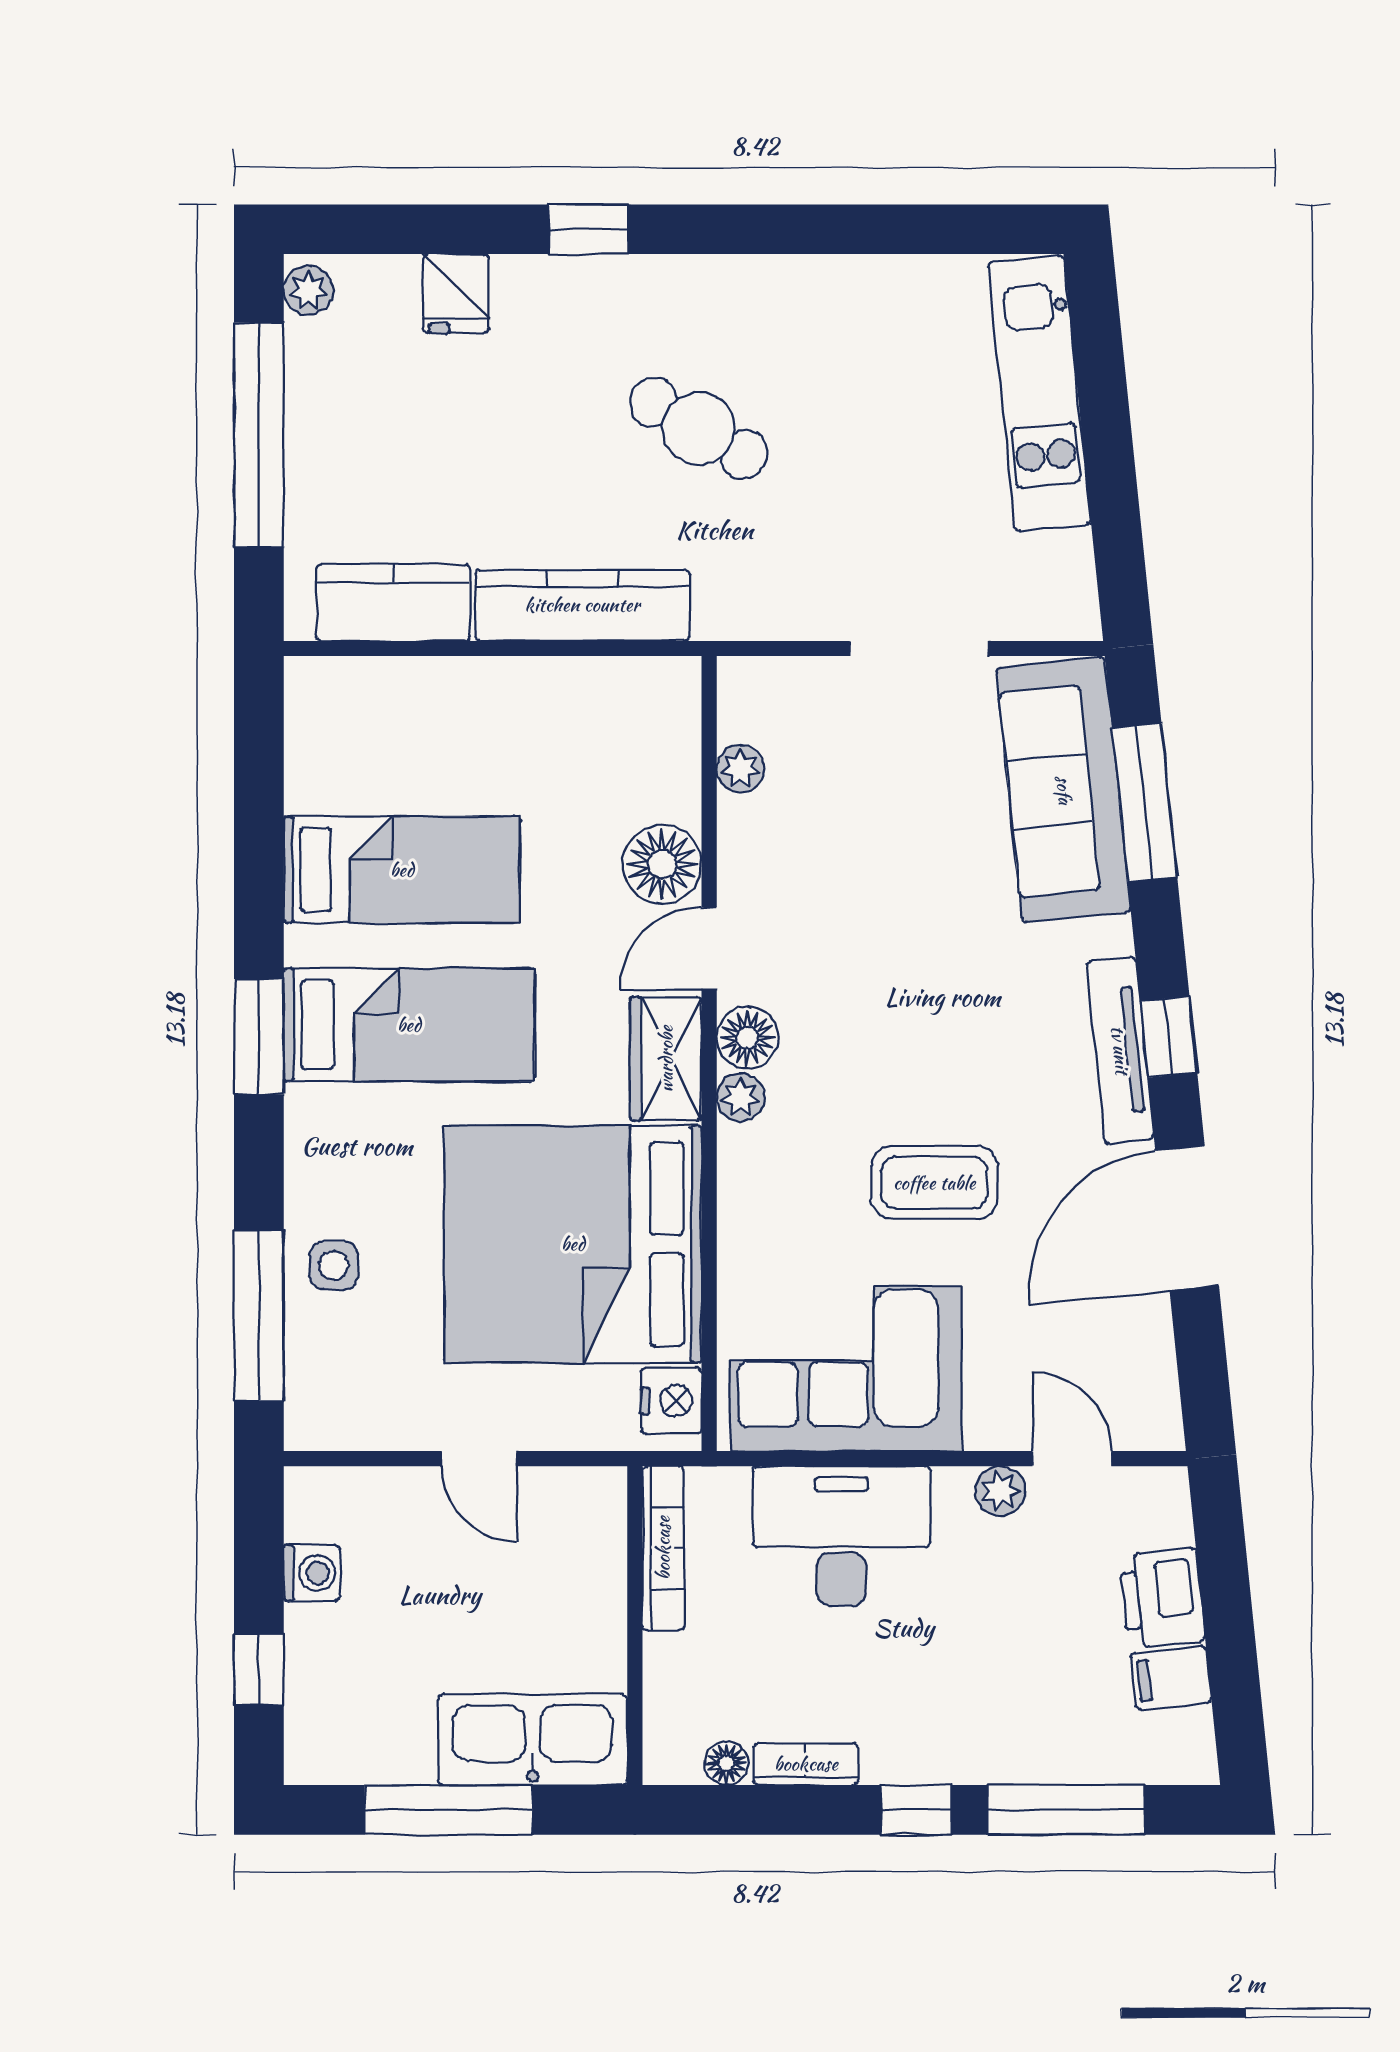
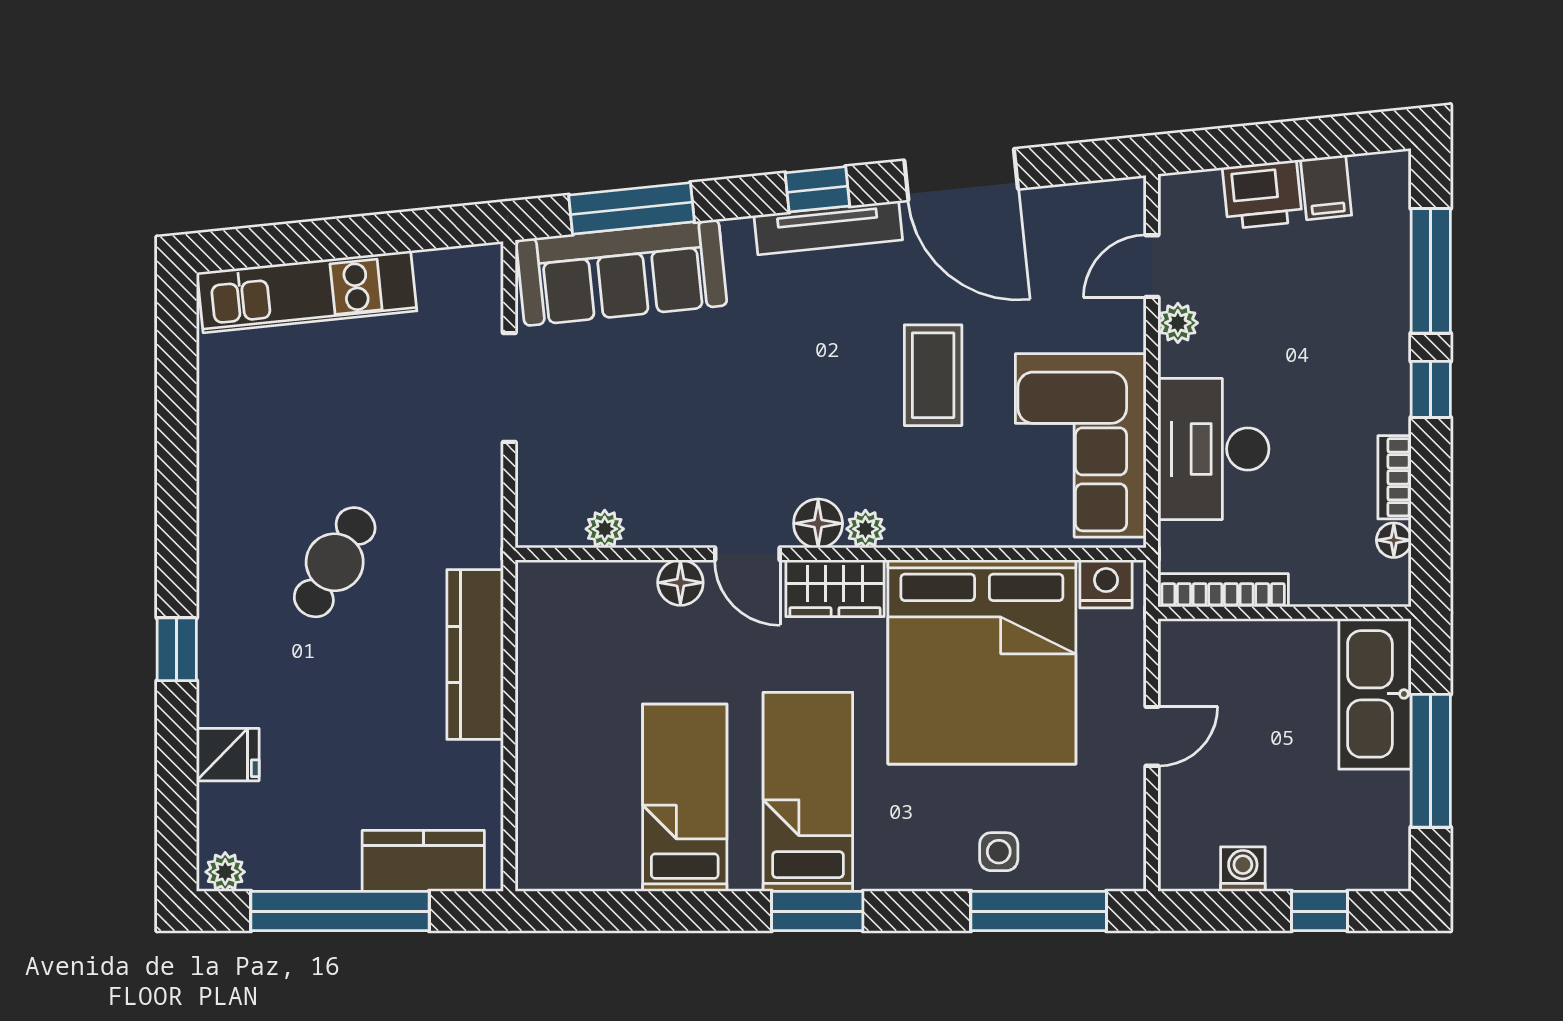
kitchen counter: (393, 603) -> (423, 861), moved, turned 90
floor lamp: (662, 864) -> (680, 583), width x0.73, depth x0.73

